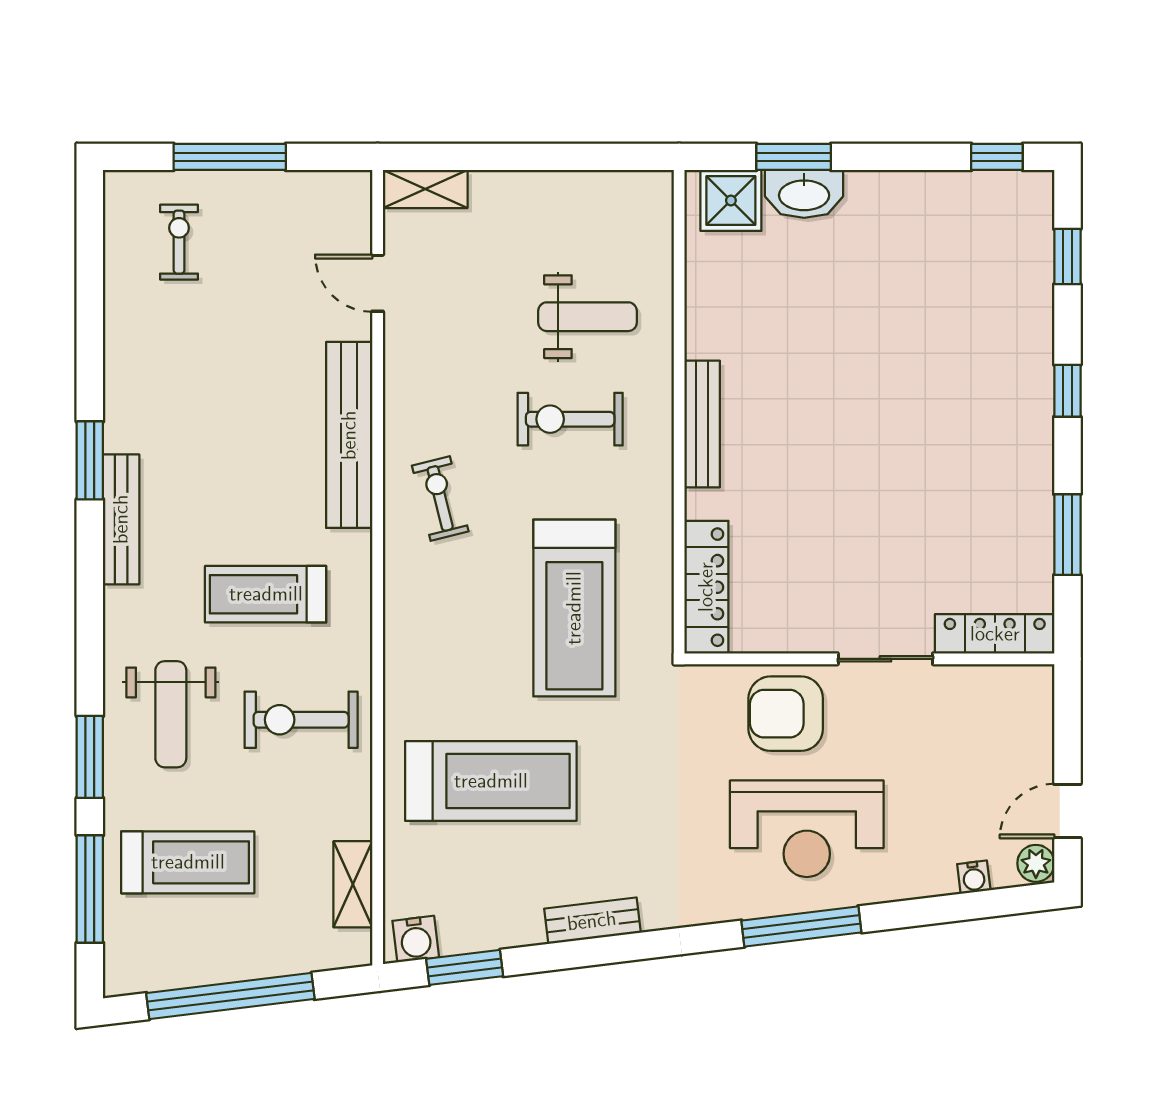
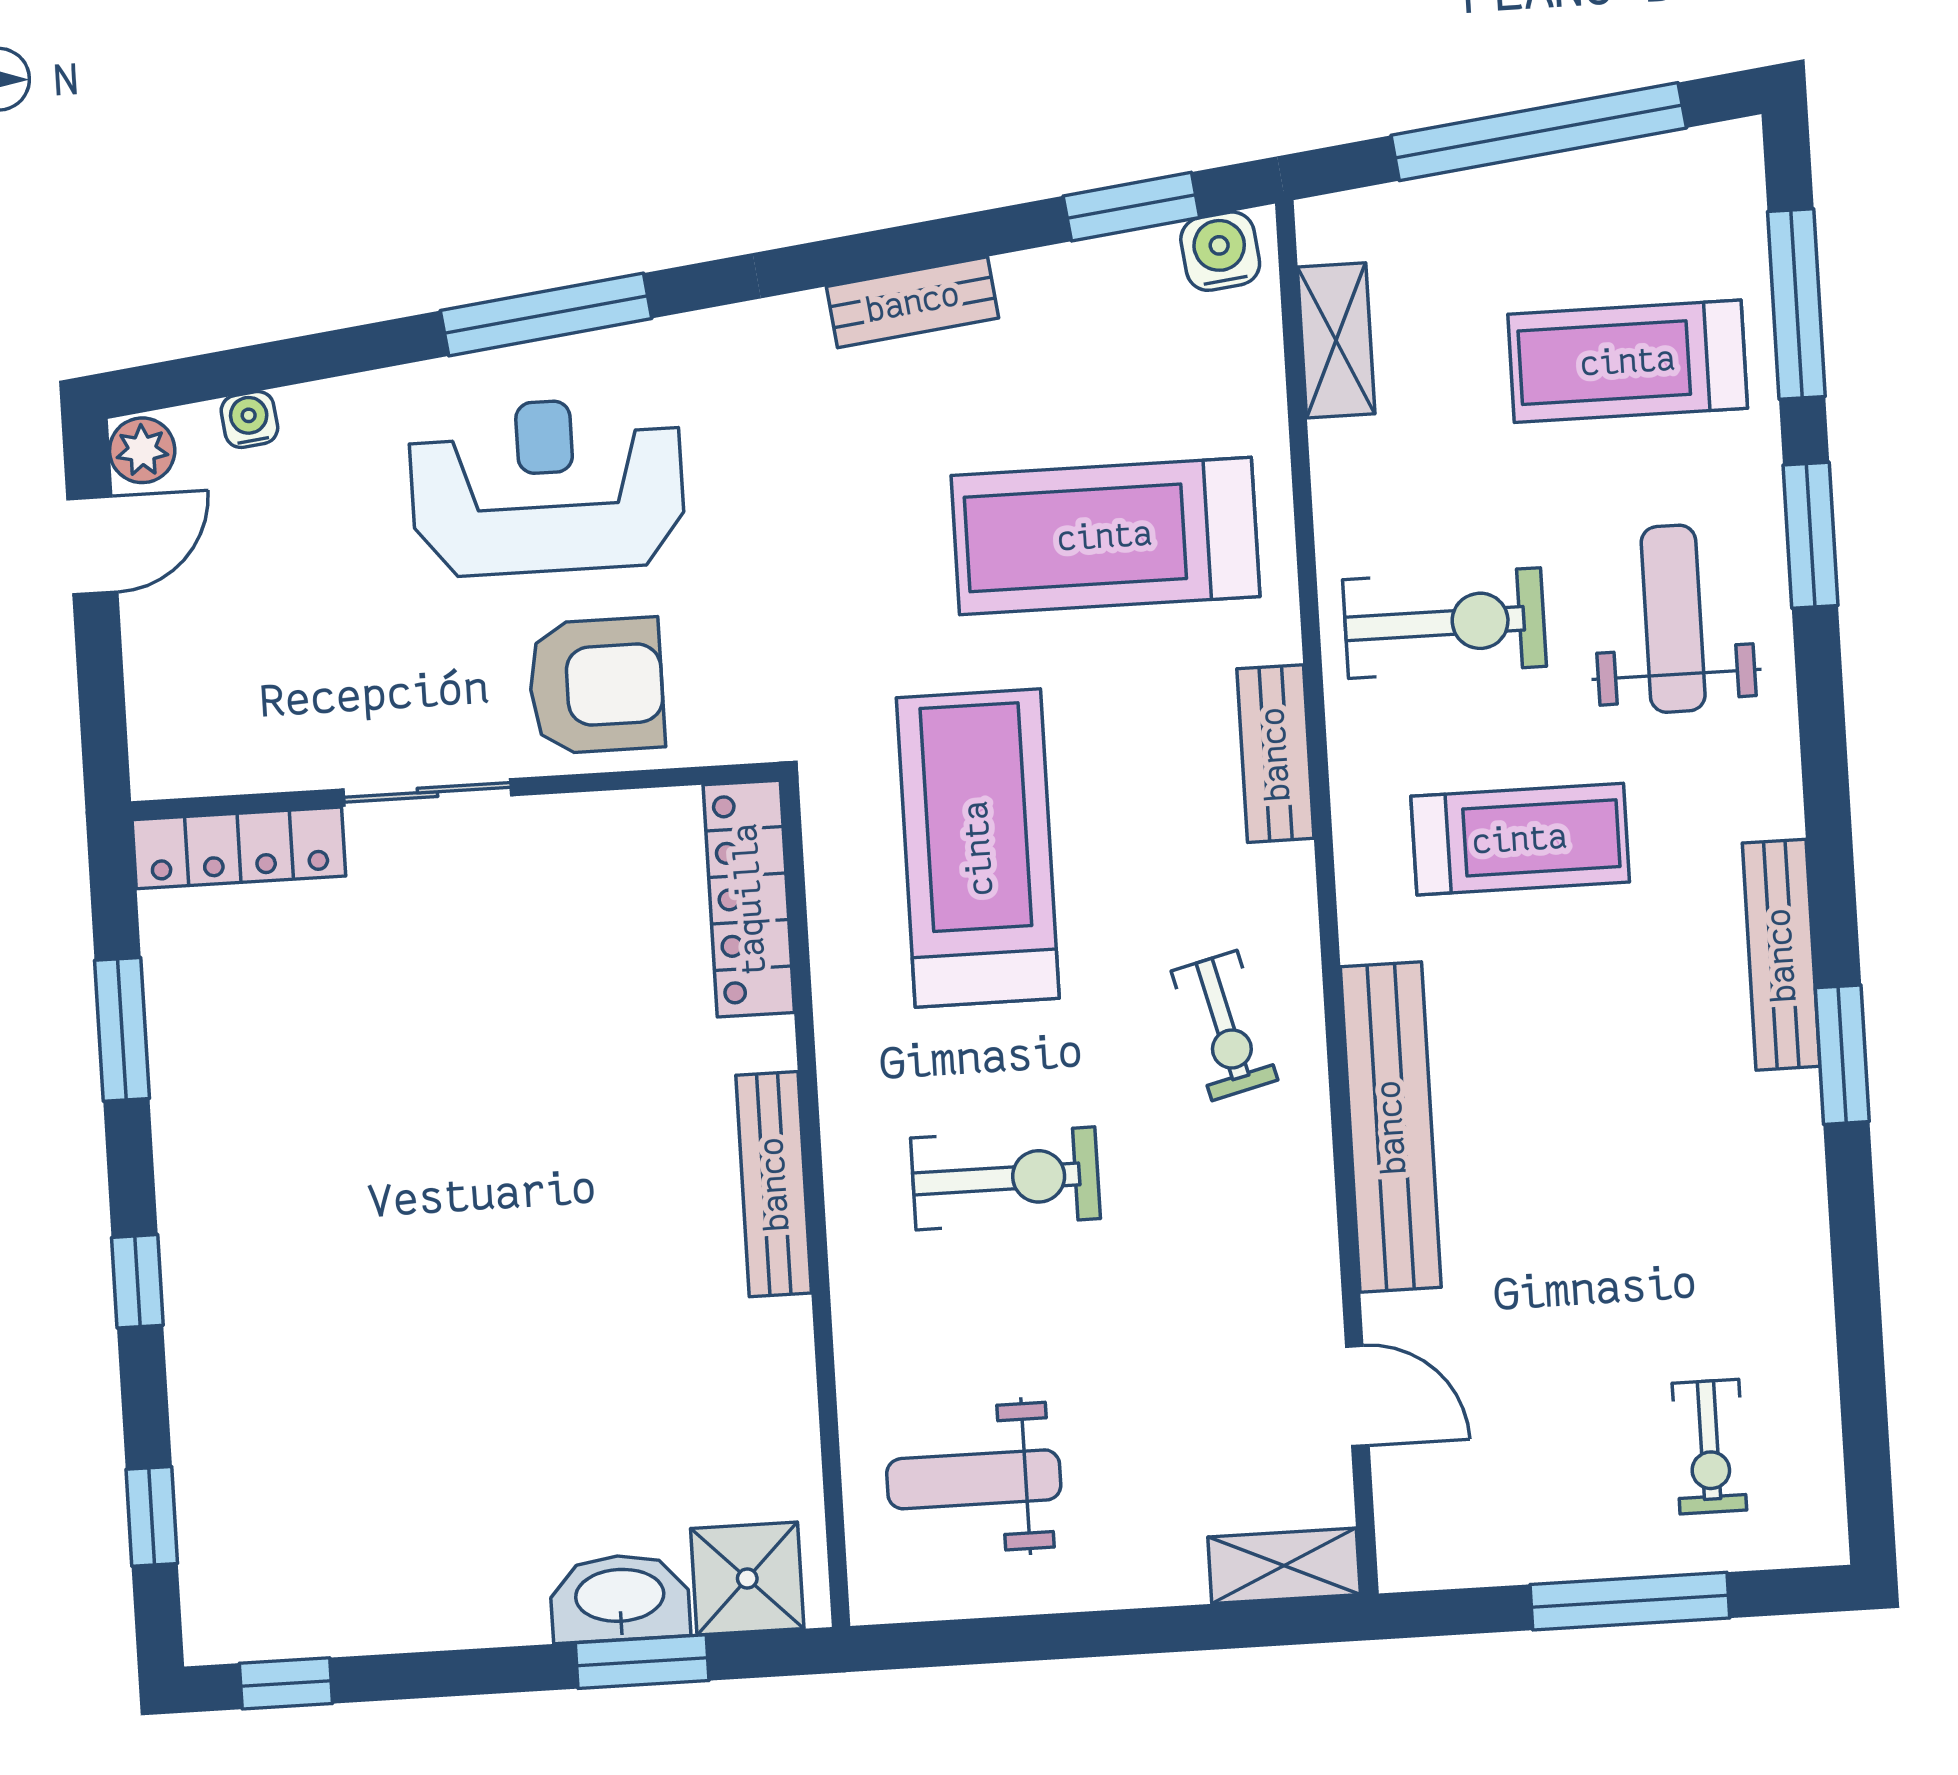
weight bench: (588, 317) -> (974, 1479), moved
bench: (402, 651) -> (1275, 754), added

